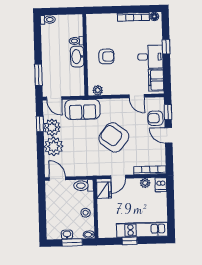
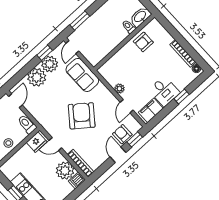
armchair: (106, 56) -> (143, 42), moved, turned 90
washbasin: (77, 57) -> (140, 17), moved
plant: (98, 90) -> (119, 89), moved
plant: (145, 183) -> (65, 171), width x1.88, depth x1.88

